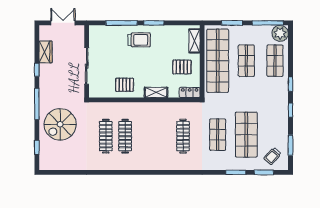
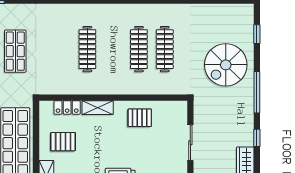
sliding door: (87, 66) -> (190, 143), width x0.73
locker: (190, 92) -> (67, 107), moved
spiral stairs: (60, 124) -> (226, 65), turned 180
clothes rail: (183, 136) -> (87, 49), moved

